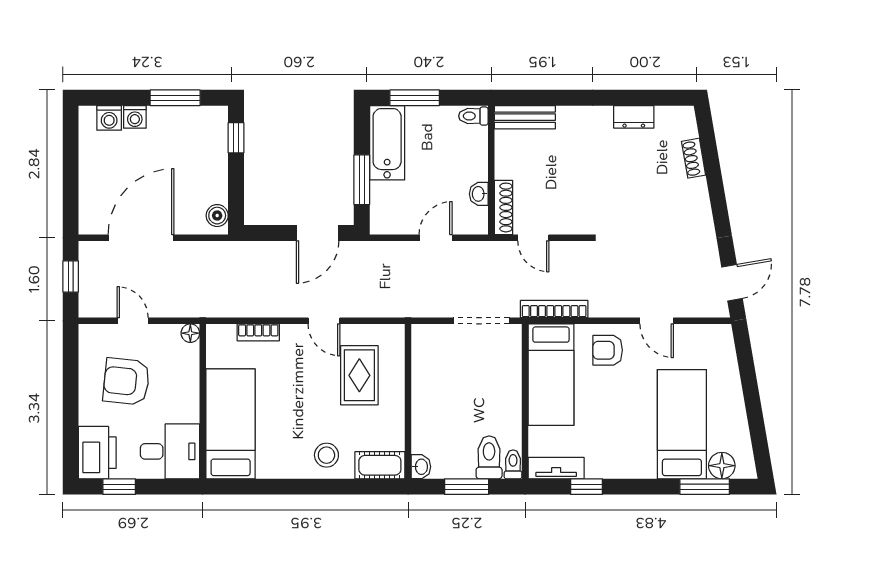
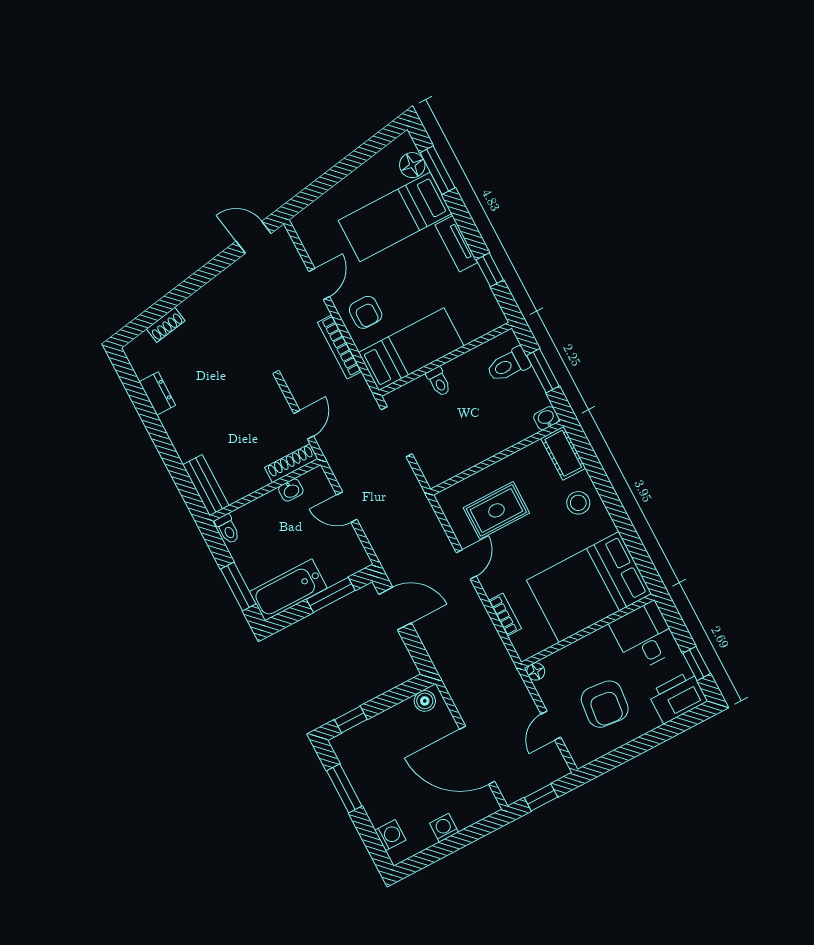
washing machine: (135, 117) -> (444, 828), moved, turned -90
bookcase: (554, 309) -> (339, 347), moved
bed: (231, 424) -> (589, 587), width x1.50
toilet: (513, 464) -> (439, 382), moved, turned -90
tv unit: (556, 468) -> (456, 244), moved

